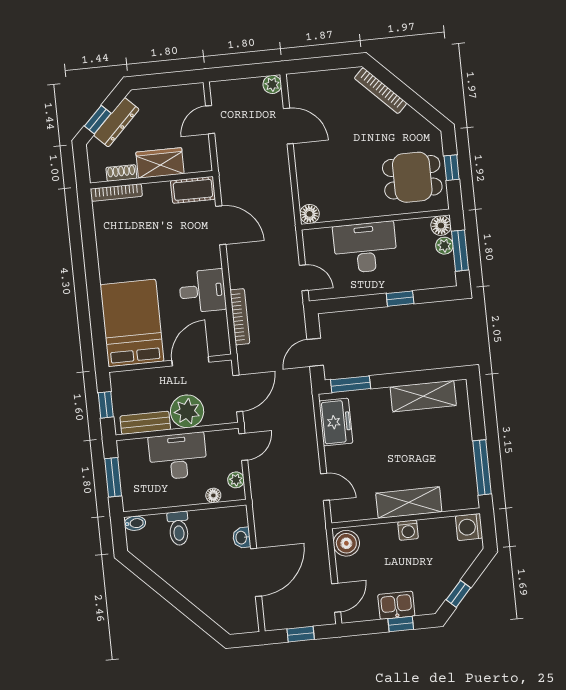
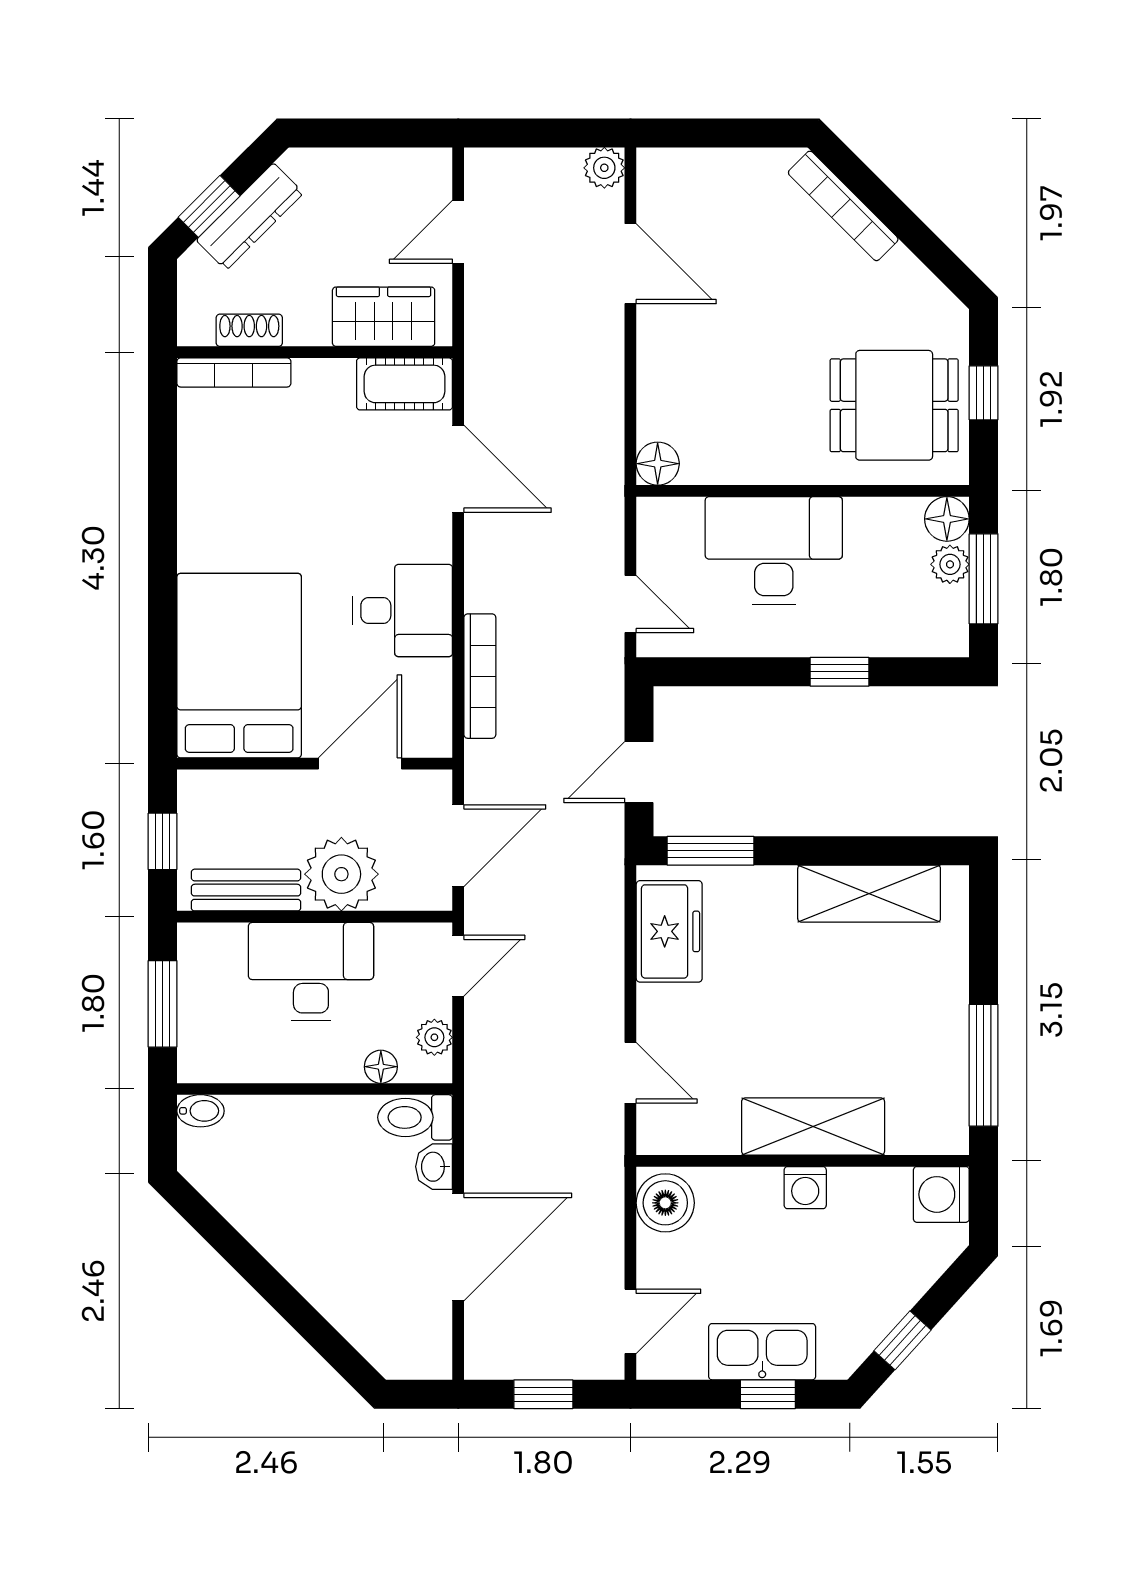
wardrobe: (160, 163) -> (384, 317), moved
toilet: (178, 528) -> (415, 1117), moved, turned 90
kitchen sink: (396, 605) -> (762, 1352), width x1.38

